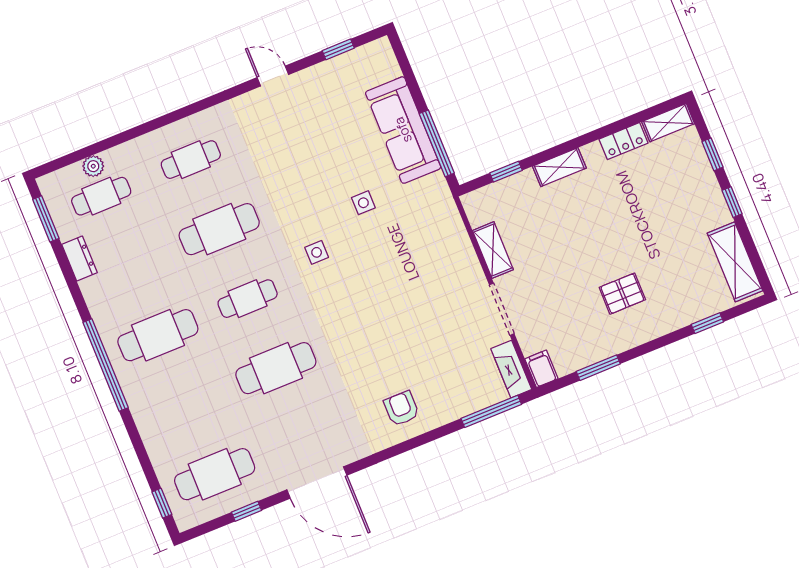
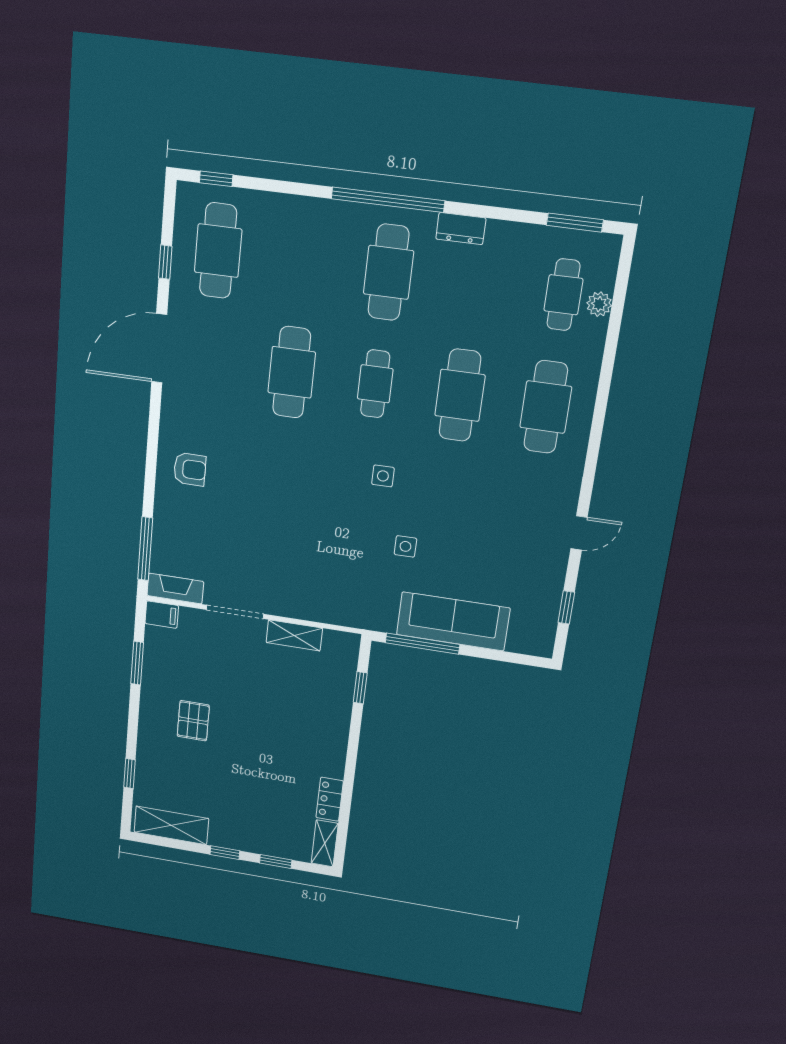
cafe table: (191, 160) -> (546, 407), width x1.37, depth x1.35
shelving: (559, 167) -> (338, 734), removed
dresser: (80, 259) -> (461, 229), moved

